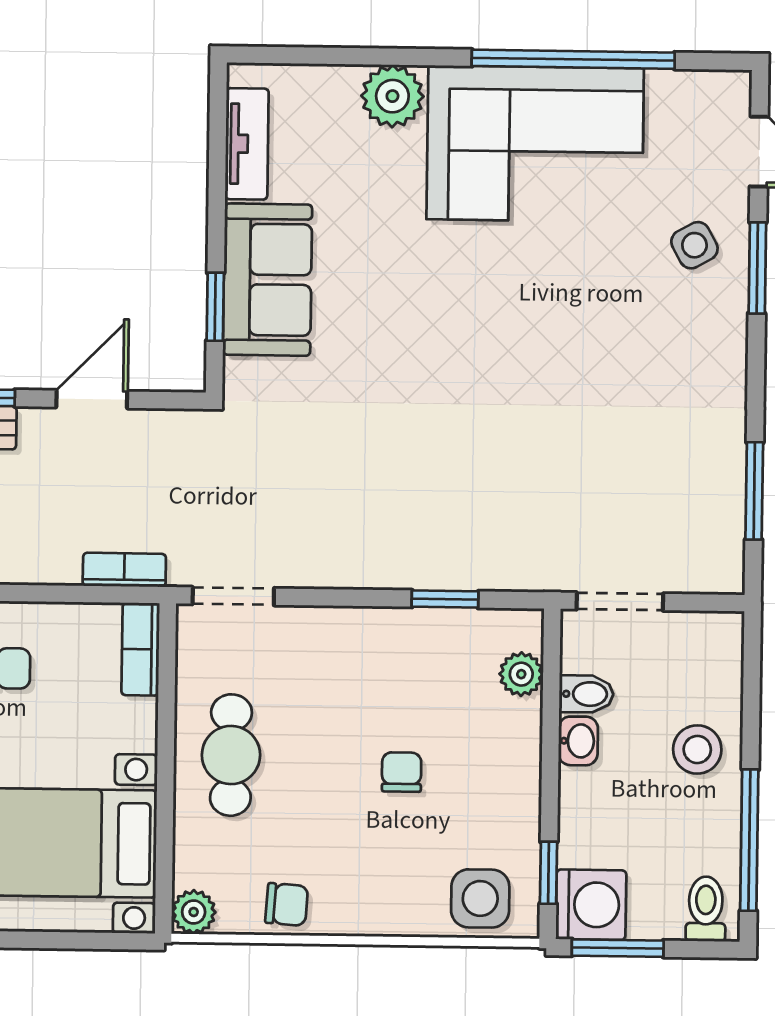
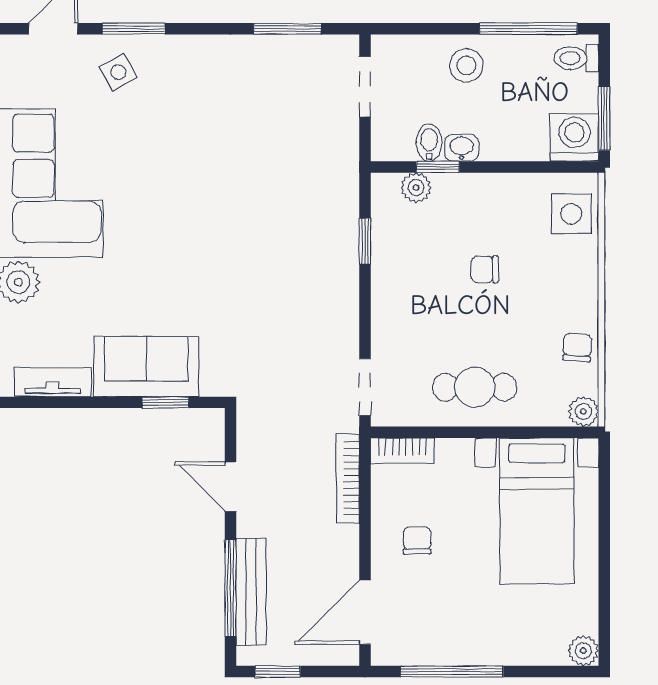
bookcase: (124, 570) -> (348, 479), width x1.56
doorway: (620, 601) -> (365, 87), moved
window: (548, 873) -> (438, 167), moved

